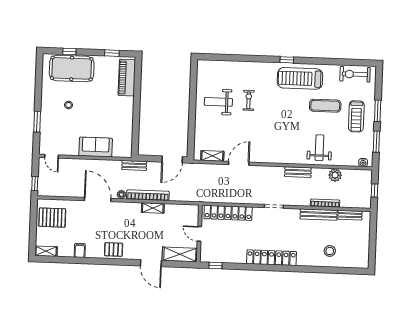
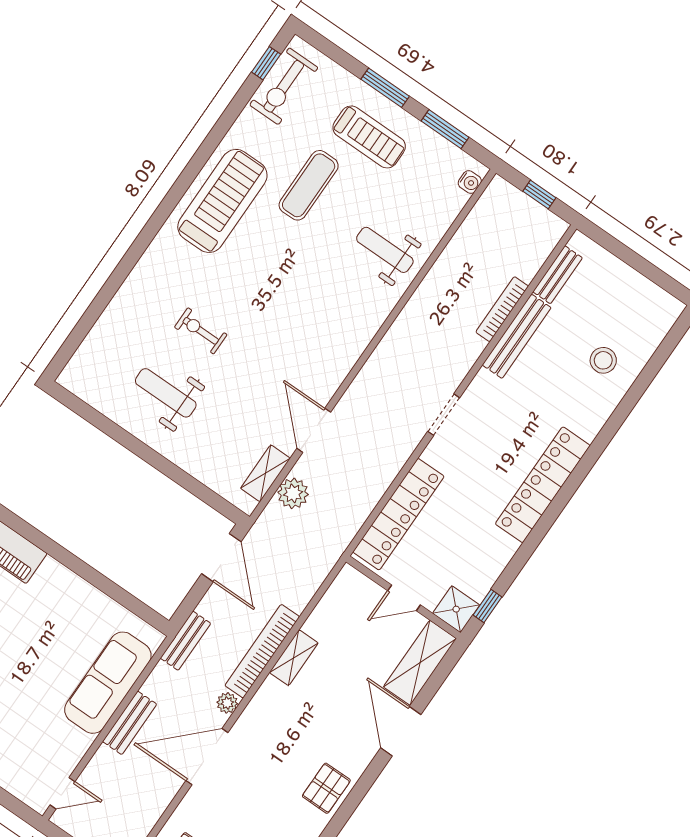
window: (287, 60) -> (266, 63), moved
treadmill: (300, 78) -> (222, 201), turned 180
weight bench: (218, 102) -> (166, 393), turned 90
sofa: (96, 147) -> (108, 683), width x1.36
bench: (298, 172) -> (130, 723), moved
plant: (335, 175) -> (293, 493), moved
shower: (207, 255) -> (456, 609), added
door: (151, 263) -> (401, 731), swing flipped

